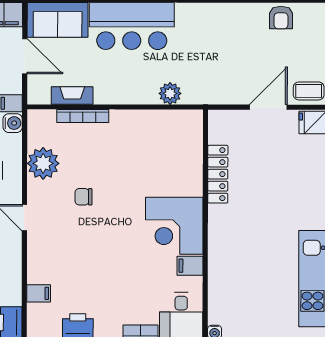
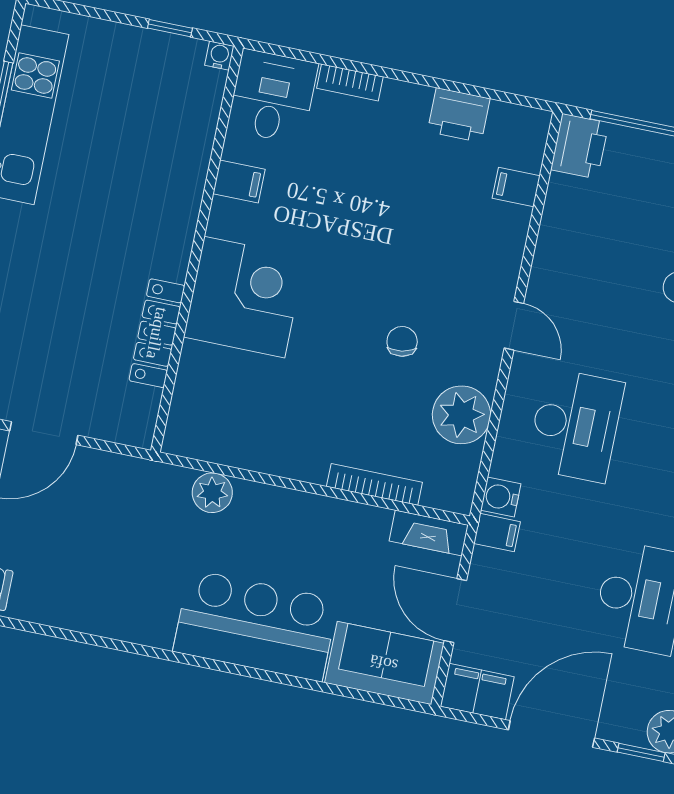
fireplace: (72, 96) -> (429, 533), moved
chair: (84, 197) -> (402, 341), turned -100
corner desk: (174, 226) -> (244, 297), moved

